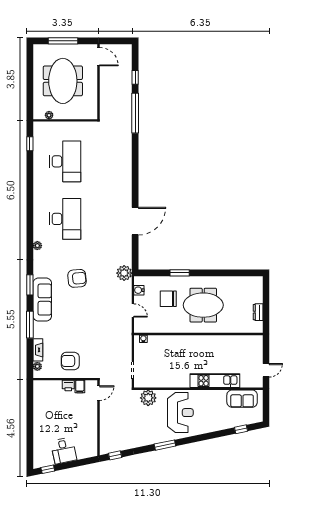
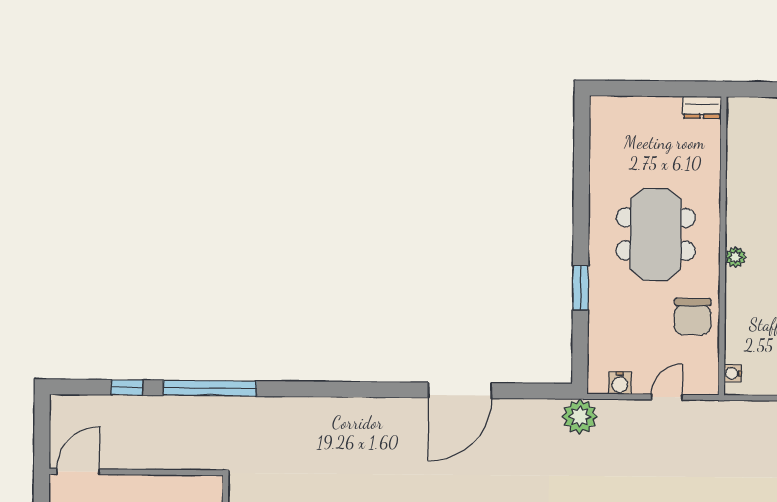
door: (135, 221) -> (460, 390), swing flipped
chair: (168, 299) -> (693, 317), moved
dresser: (258, 312) -> (702, 107), moved
plant: (194, 340) -> (736, 257), added

